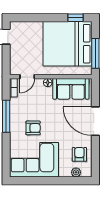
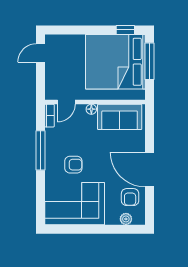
window: (95, 53) -> (150, 61), moved
door: (95, 121) -> (150, 170), moved
armchair: (79, 154) -> (130, 197), turned 180

